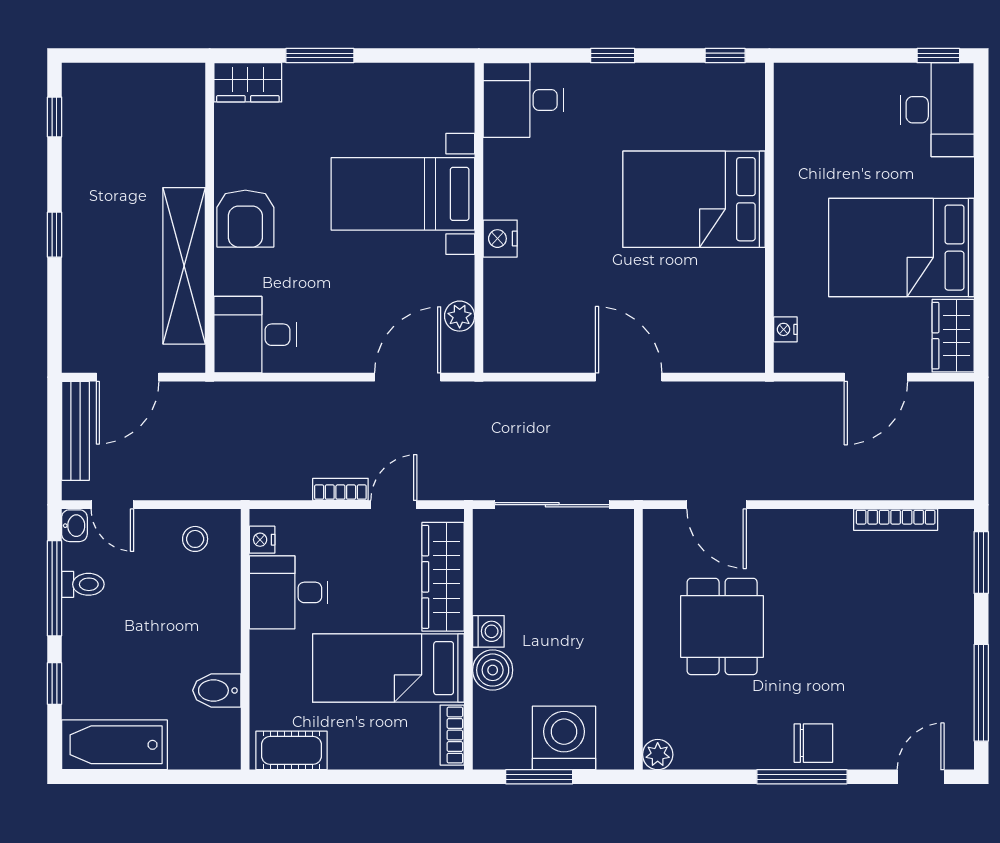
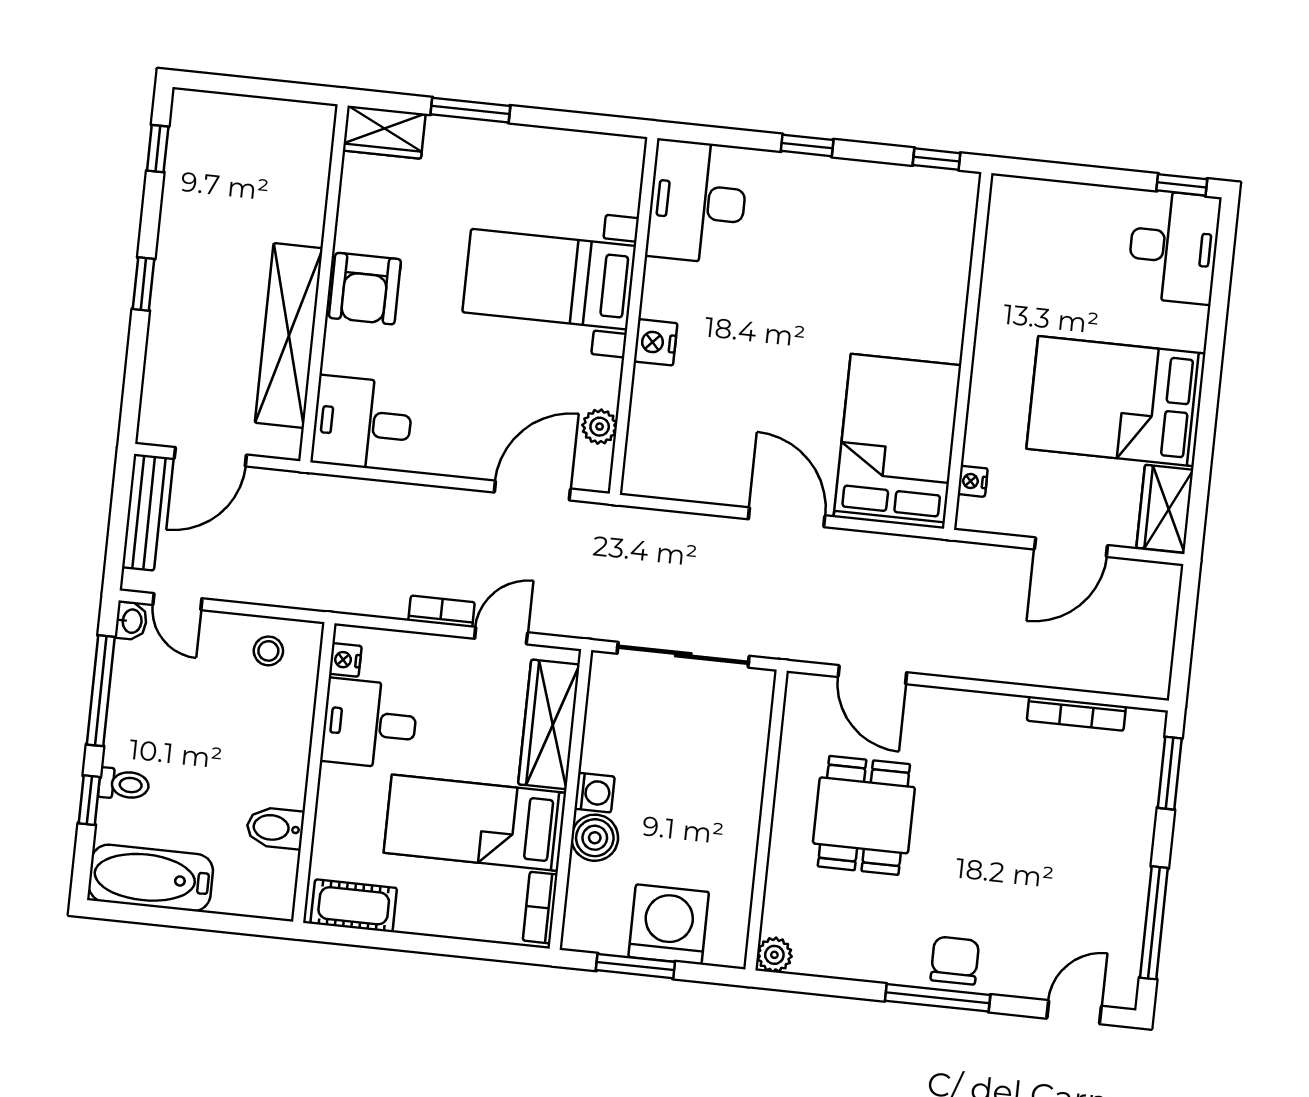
desk: (523, 100) -> (697, 202), width x1.37
bed: (694, 199) -> (897, 441), moved, turned 90
toilet: (83, 584) -> (124, 784), moved
chair: (813, 743) -> (955, 961), turned -90

